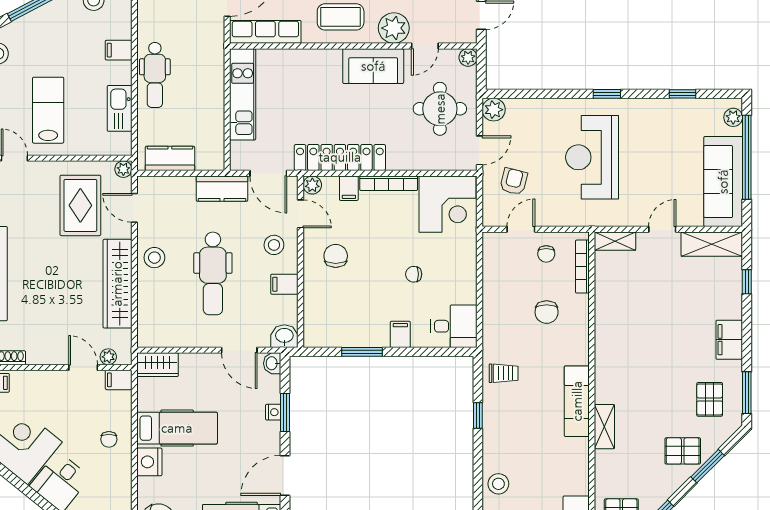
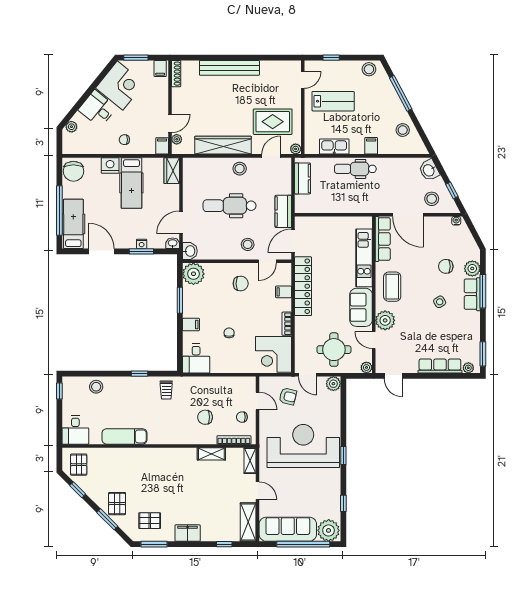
kitchen unit: (243, 94) -> (364, 258), moved, turned 90
plant: (733, 117) -> (329, 530), width x1.88, depth x1.88
reception desk: (592, 157) -> (303, 446), width x1.36, depth x1.30
bookcase: (389, 183) -> (287, 324), width x0.64
plant: (312, 185) -> (193, 274), moved, width x1.88, depth x1.88
filing cabinet: (284, 284) -> (223, 251), removed
exam couch: (577, 401) -> (125, 436), moved
shelving: (604, 427) -> (211, 454), moved

